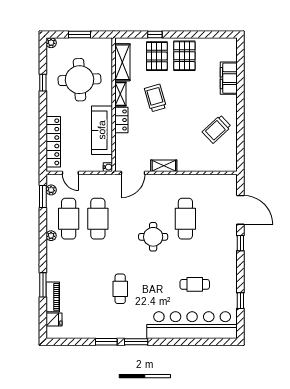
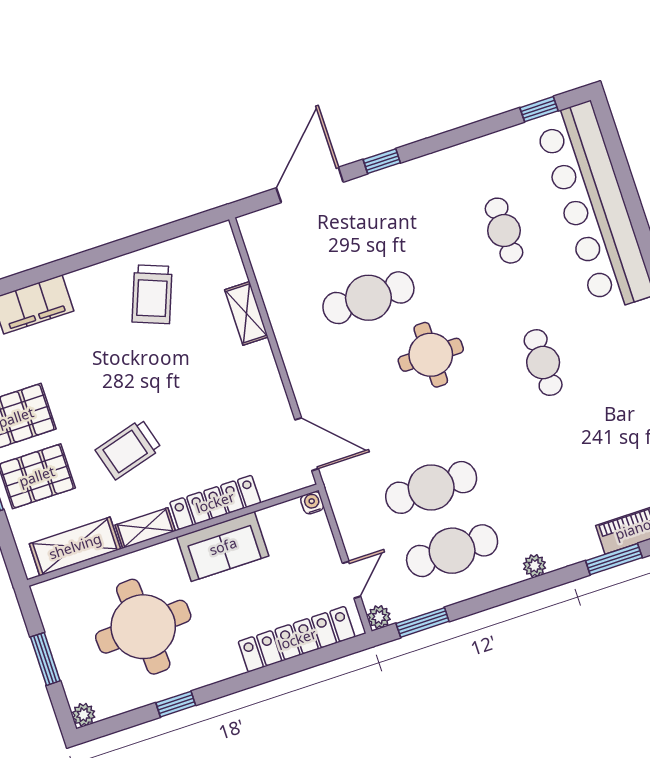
locker: (121, 120) -> (215, 502), width x1.53
trolley: (217, 129) -> (152, 294), turned 64
sofa: (102, 130) -> (223, 546), width x0.73
shelving: (164, 166) -> (246, 313), moved
plant: (51, 190) -> (379, 617), moved
plant: (51, 236) -> (534, 566), moved
cafe table: (120, 289) -> (543, 363), moved, turned 90
window: (240, 301) -> (539, 109), moved

